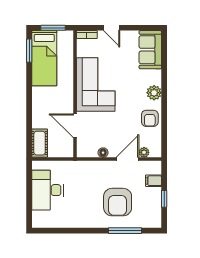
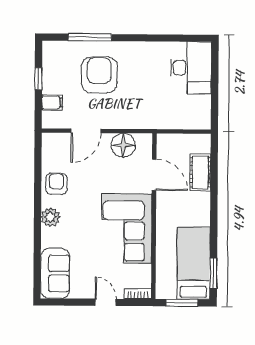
cot: (40, 143) -> (200, 172), moved
plant: (144, 152) -> (64, 139), removed
floor lamp: (103, 153) -> (123, 145), width x1.89, depth x1.89
desk: (48, 190) -> (191, 68), moved

